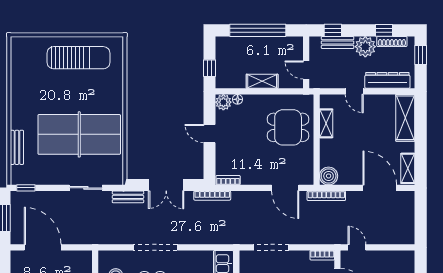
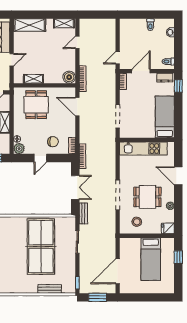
chair: (234, 152) -> (53, 142), added
door: (285, 188) -> (77, 107), swing flipped
door: (380, 188) -> (77, 42), width x0.53

